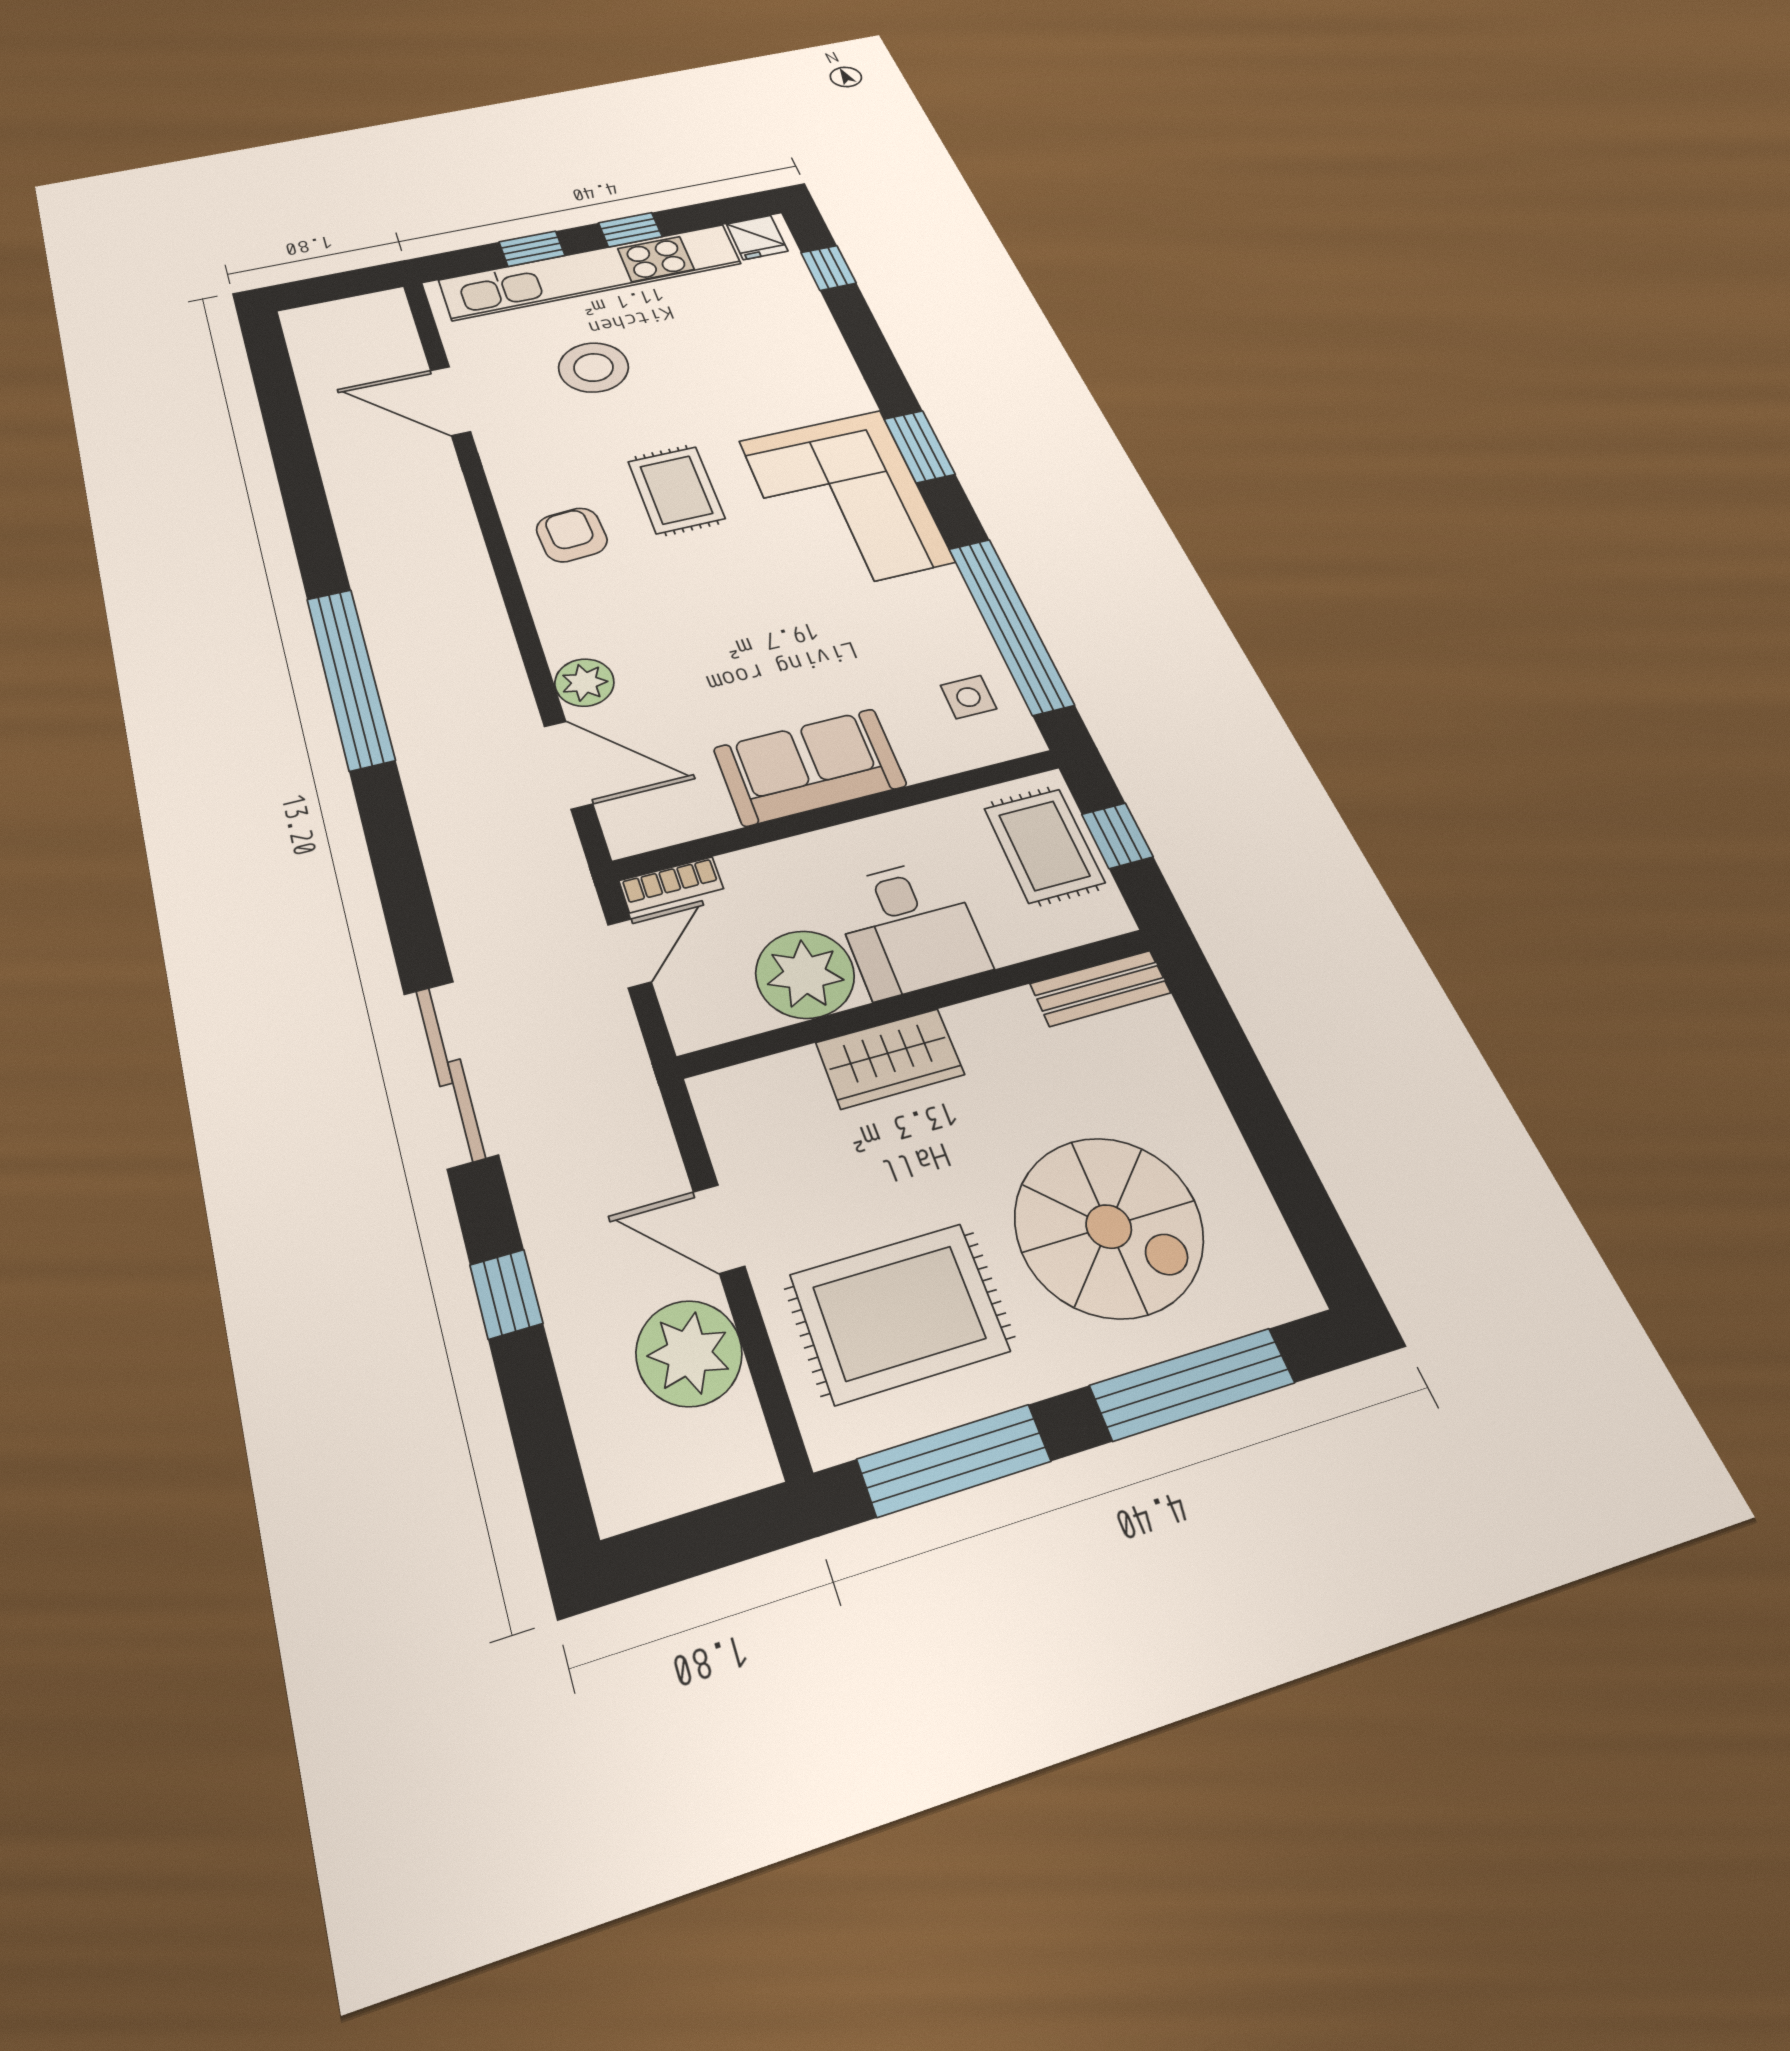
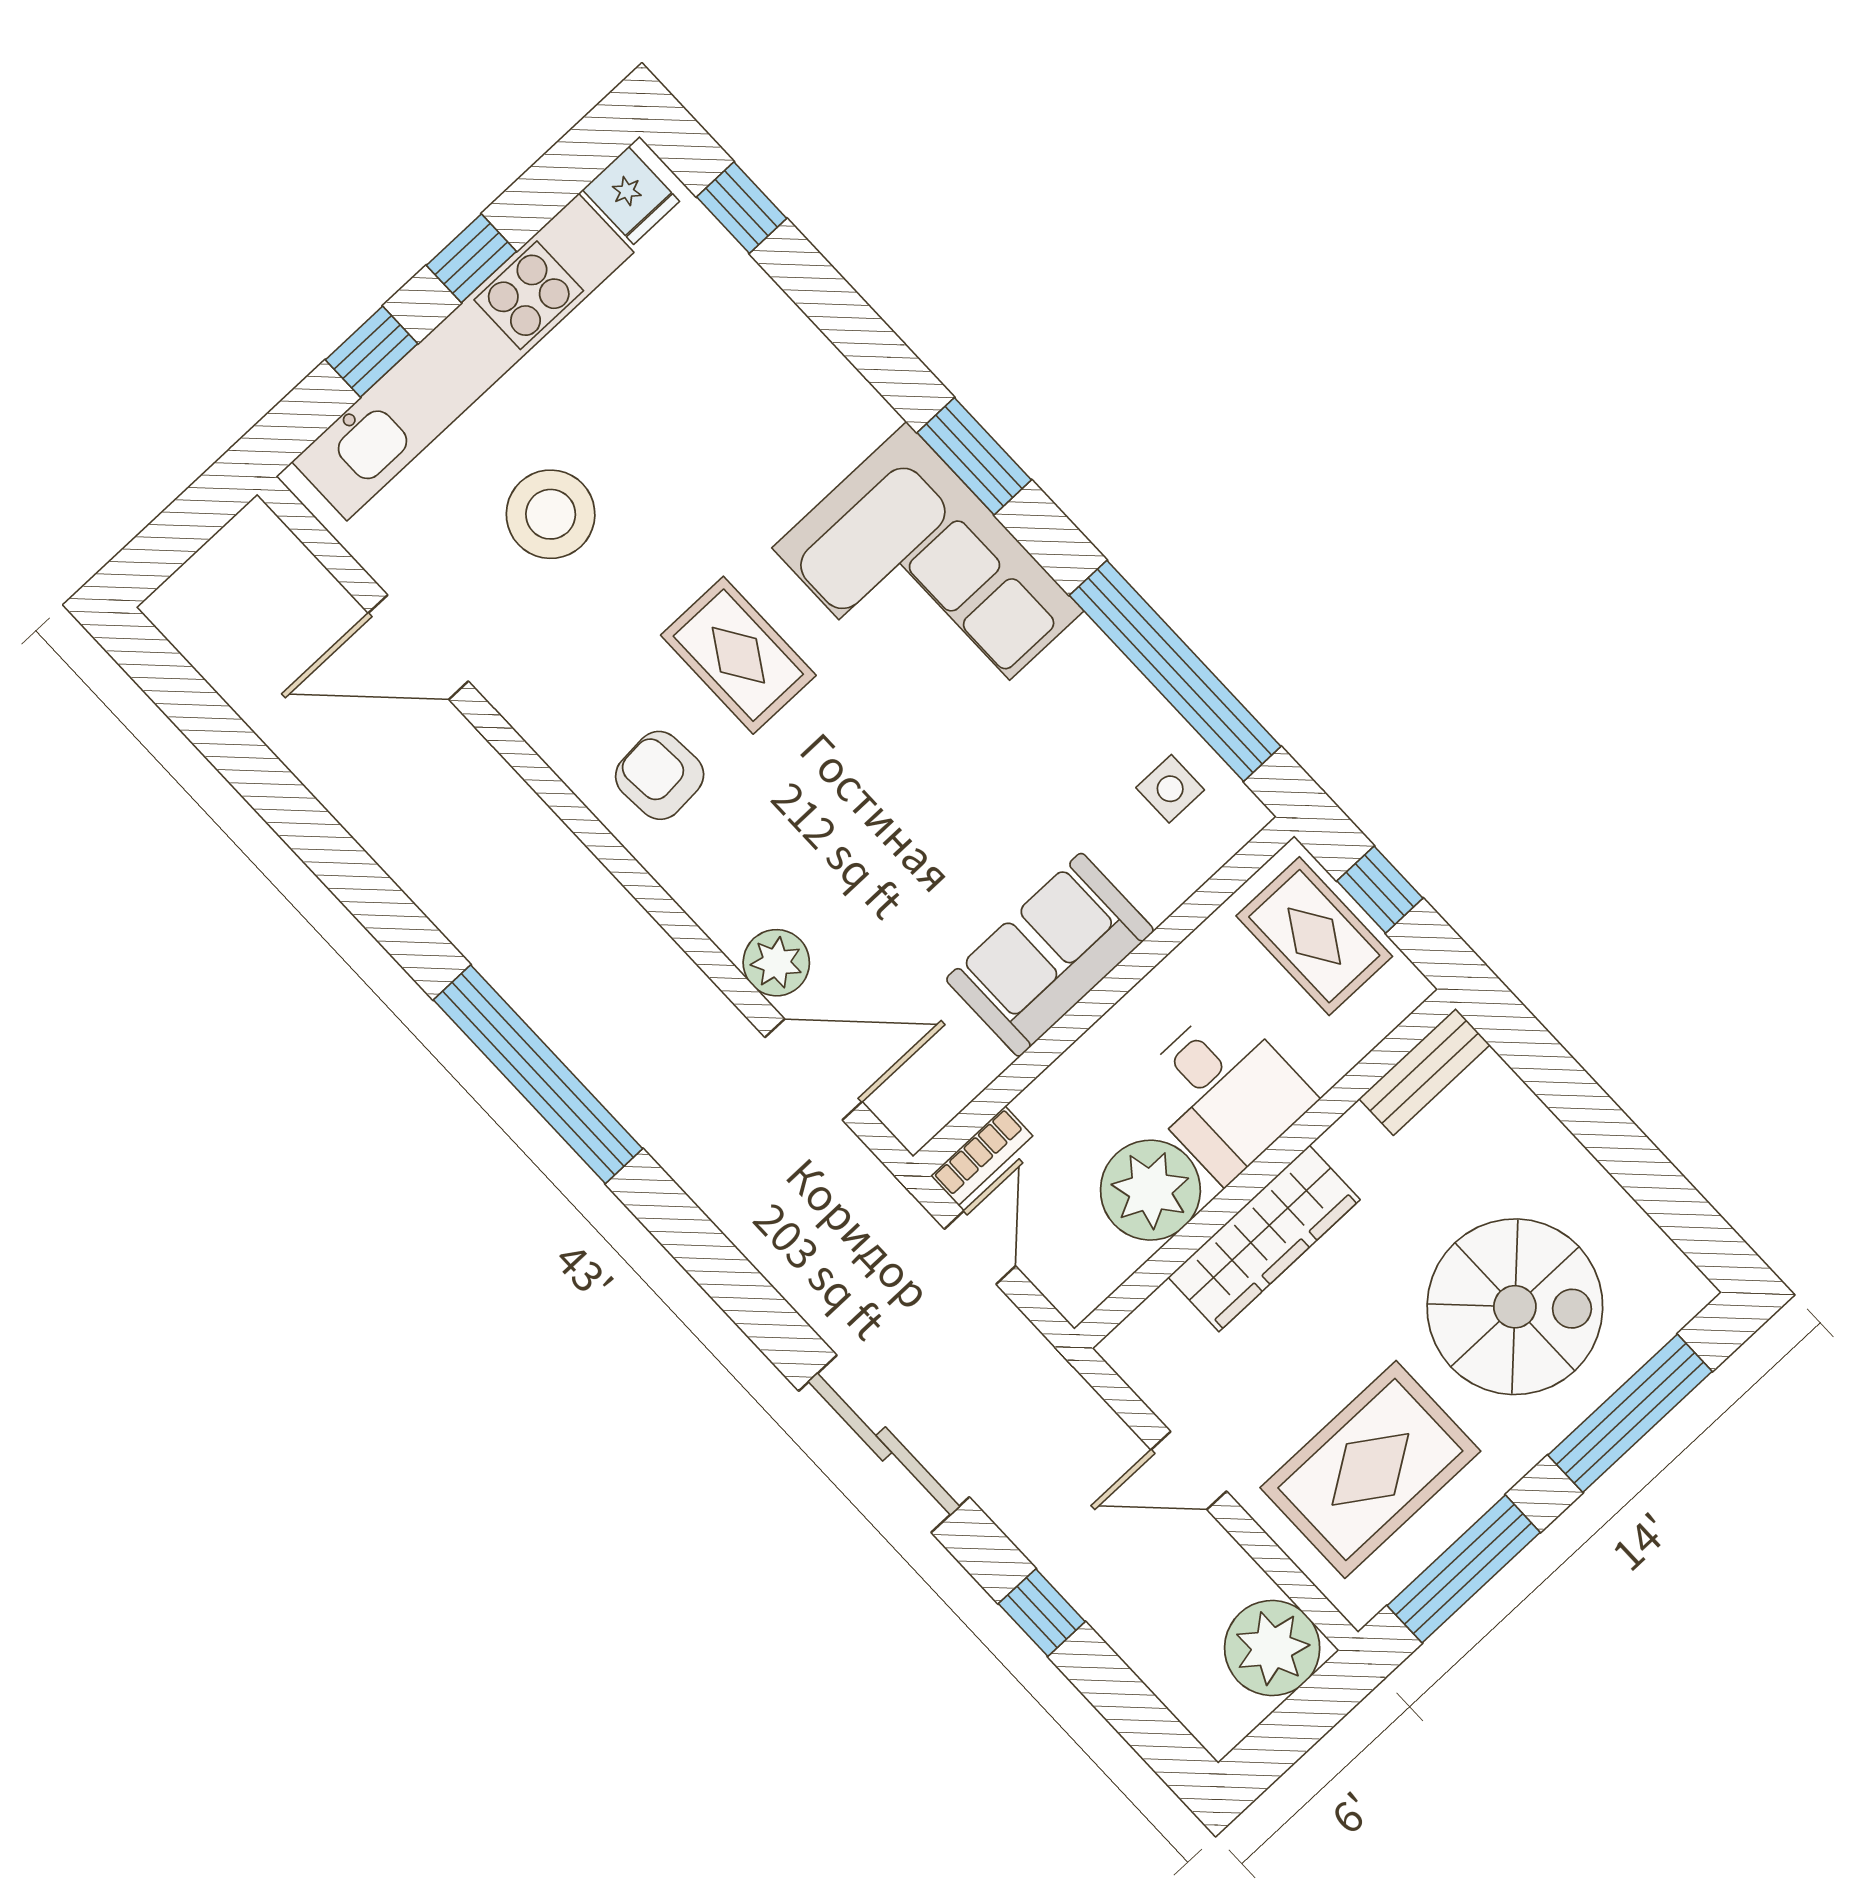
wardrobe: (890, 1059) -> (1264, 1238), width x1.50
plant: (689, 1353) -> (1272, 1648), moved

